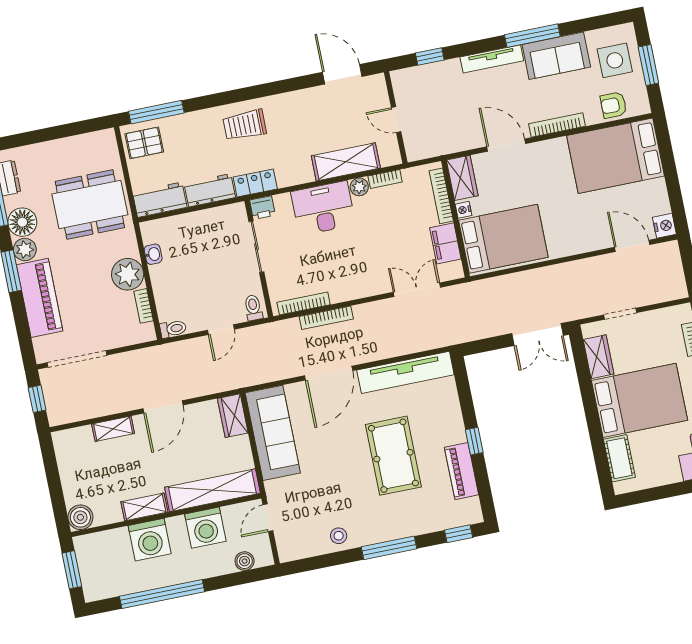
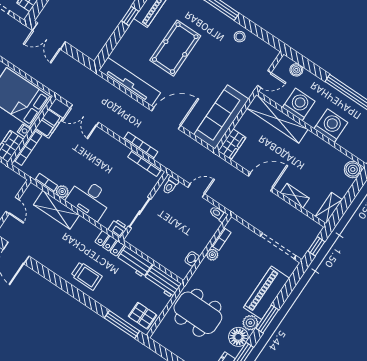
plant: (128, 274) -> (212, 255), width x0.53, depth x0.53
double door: (537, 335) -> (49, 36), swing flipped
shelving: (144, 507) -> (329, 208), moved, turned 90

